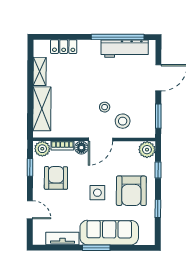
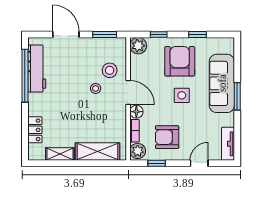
armchair: (131, 191) -> (180, 61), turned -90
tv unit: (62, 238) -> (228, 144), moved

